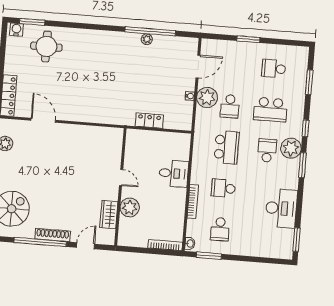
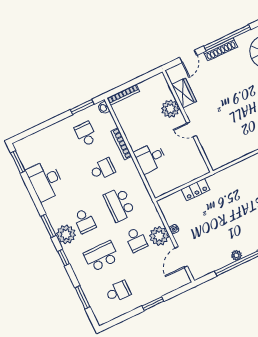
school desk: (230, 106) -> (136, 240), turned 180

